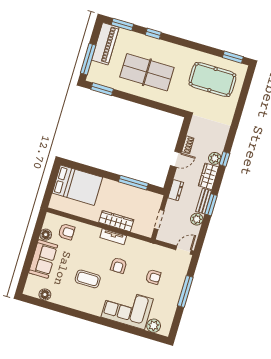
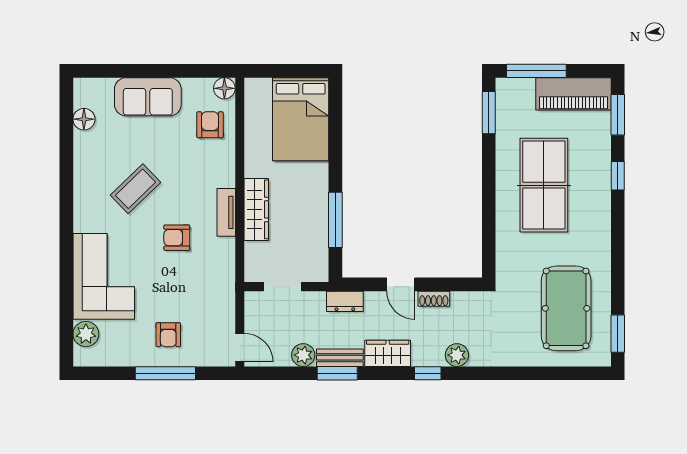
plant: (215, 158) -> (457, 355), moved
armchair: (67, 232) -> (210, 125), turned 180
floor lamp: (46, 235) -> (224, 88), moved
armchair: (153, 277) -> (168, 335), moved
coffee table: (88, 279) -> (136, 189), turned 46

